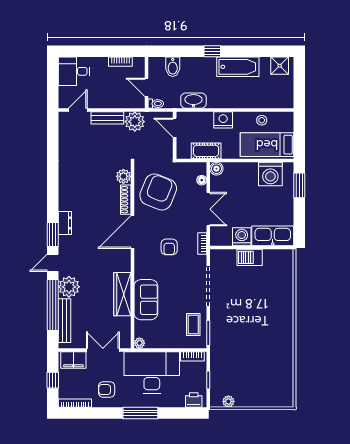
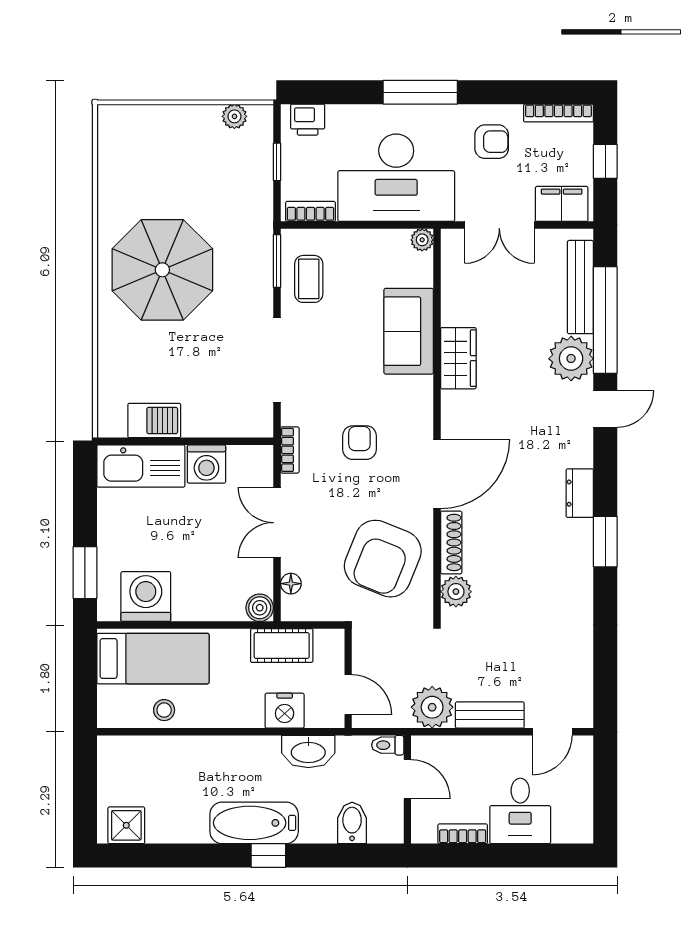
bathtub: (238, 67) -> (254, 823), moved
desk: (74, 71) -> (520, 811), moved, turned 90
nightstand: (223, 120) -> (285, 711), moved
window: (53, 234) -> (605, 542), moved
barbecue: (250, 257) -> (154, 421), moved
wardrobe: (122, 294) -> (458, 358), width x0.67
parasol: (263, 329) -> (162, 270), added

